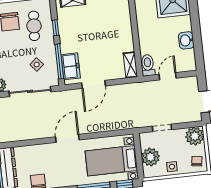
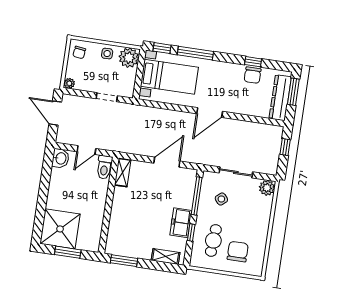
washbasin: (186, 40) -> (60, 158), moved
freezer: (71, 66) -> (181, 223), moved
sliding door: (30, 91) -> (236, 172), width x0.73
plant: (195, 136) -> (69, 83), width x0.53, depth x0.53
plant: (150, 157) -> (129, 58), moved

